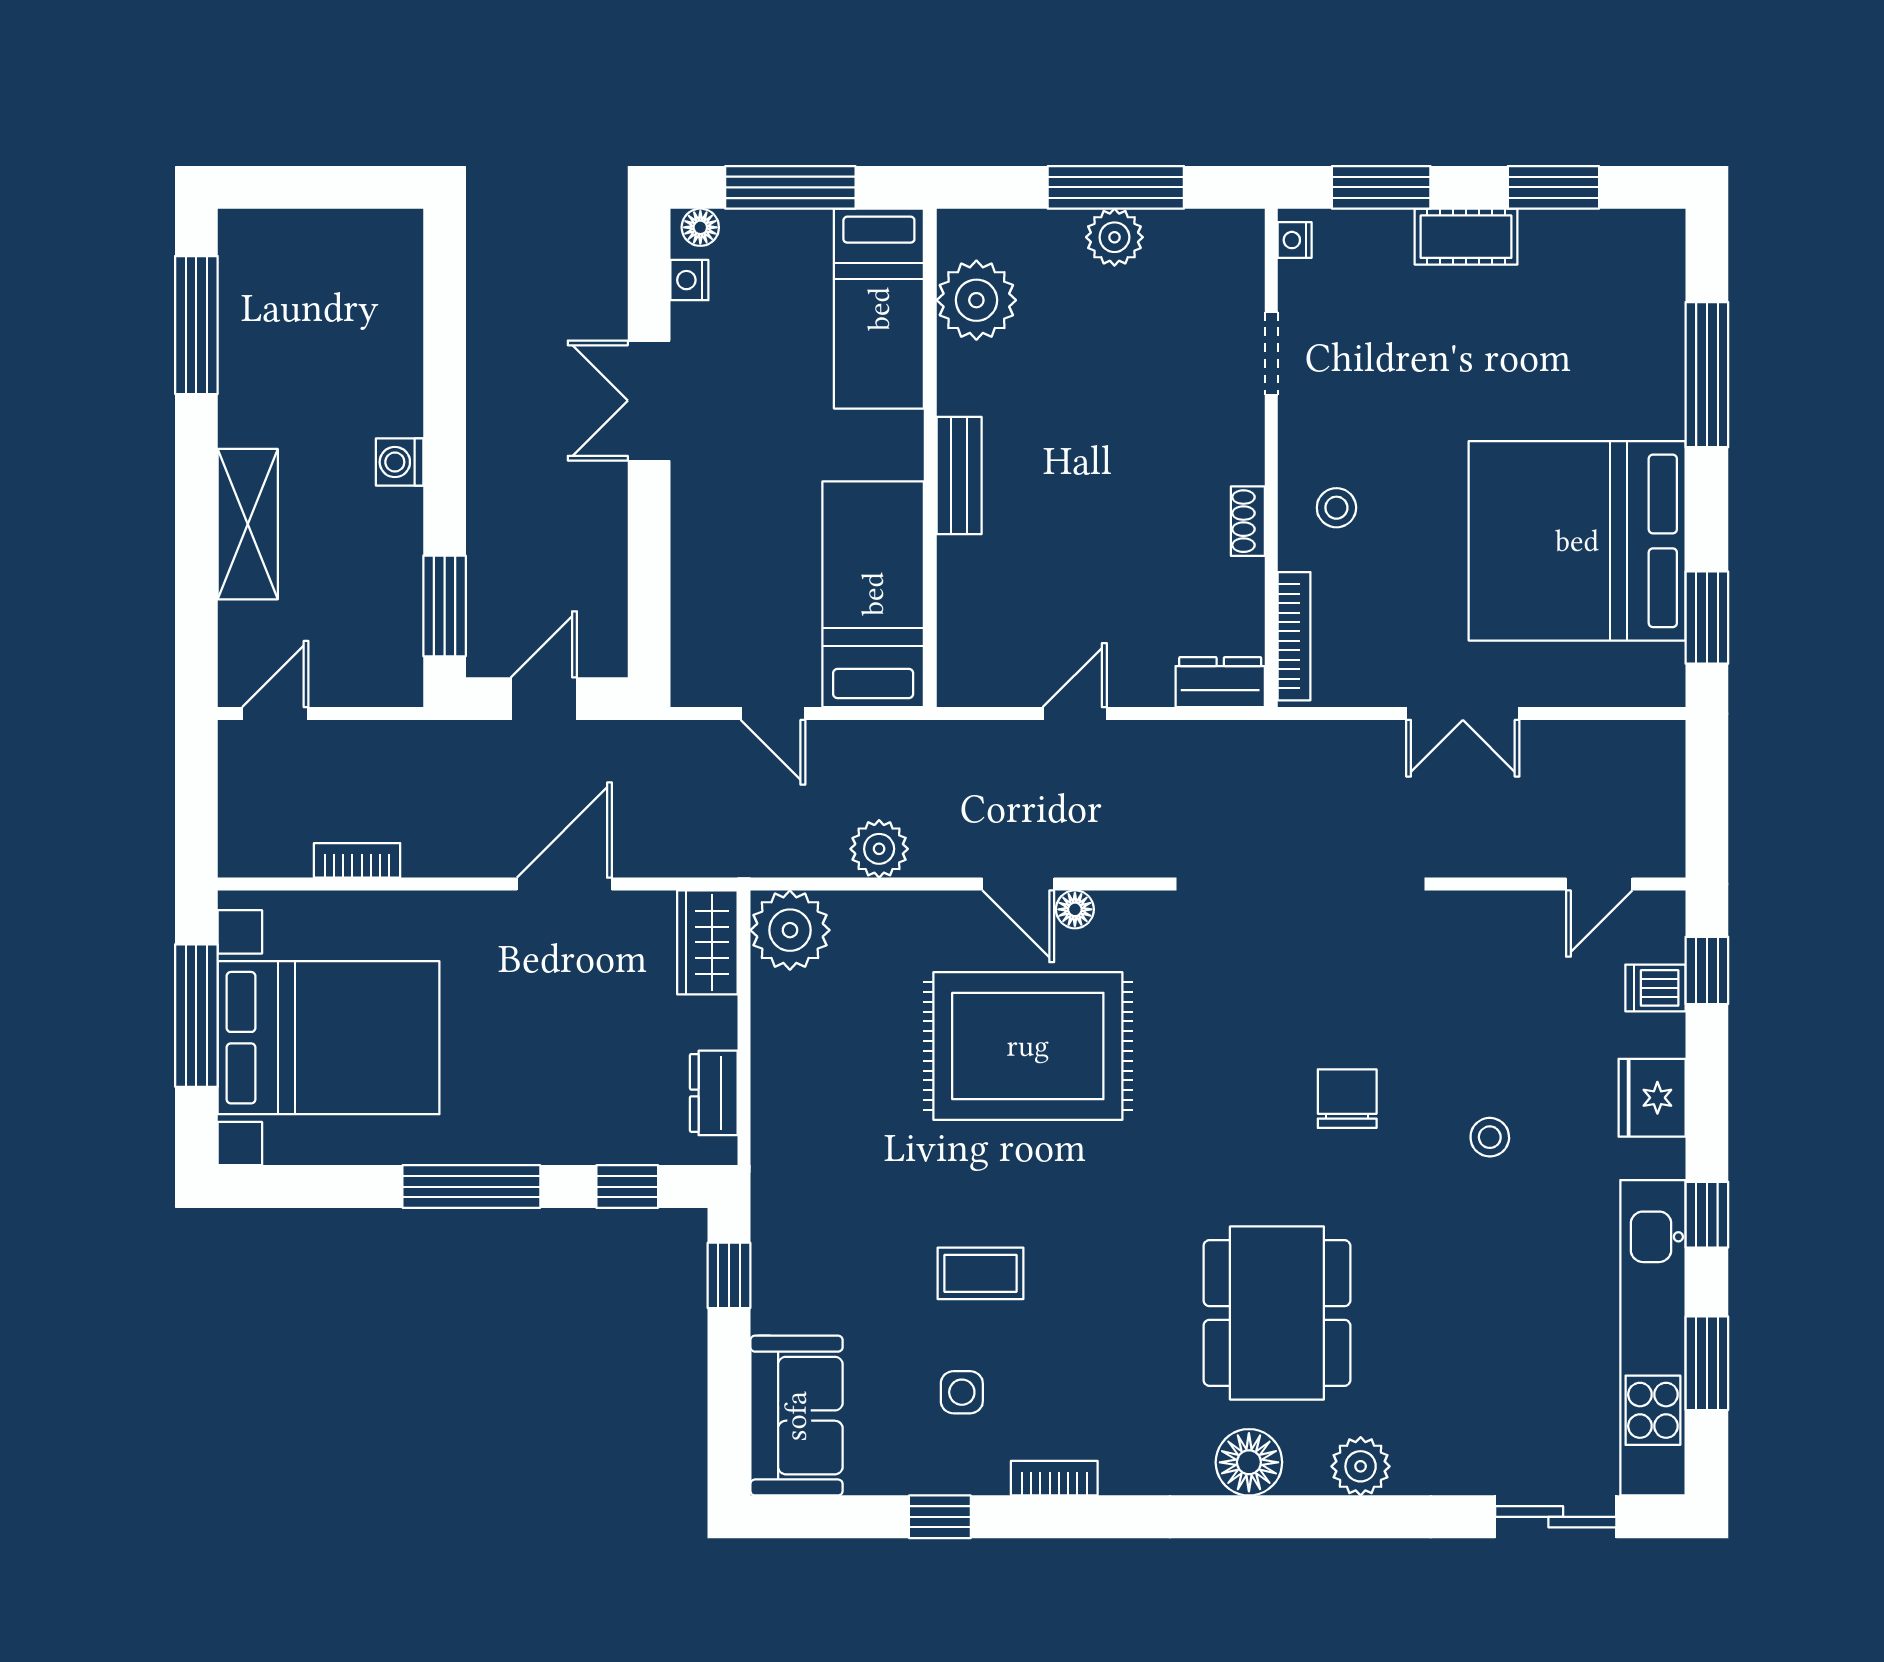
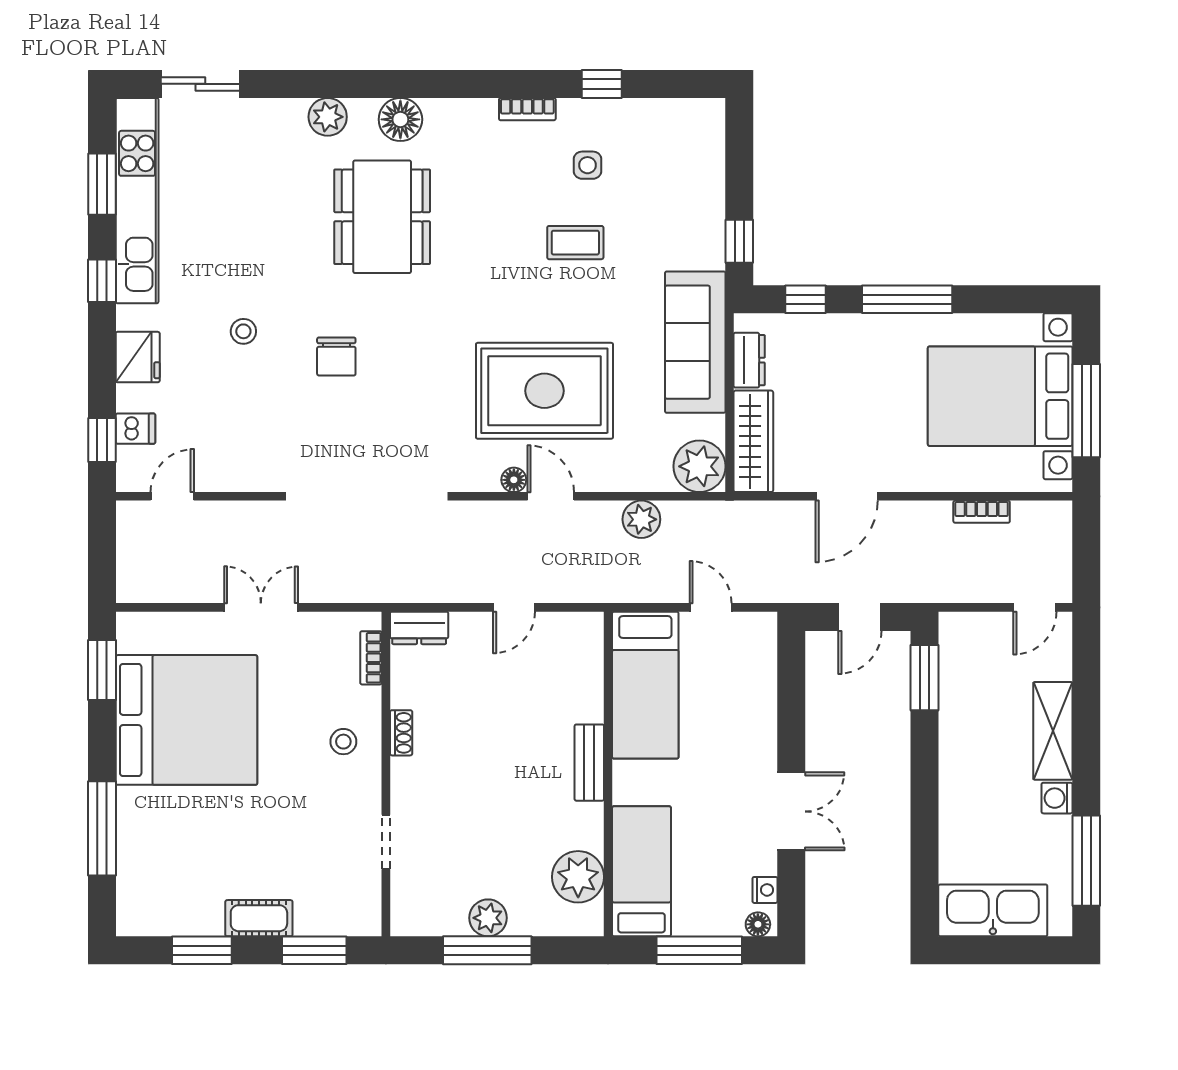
nightstand: (1295, 240) -> (371, 916), removed
kitchen sink: (340, 249) -> (993, 910), added
washing machine: (400, 462) -> (1057, 798), moved, turned 180
bookcase: (1294, 636) -> (371, 658), width x0.64
wardrobe: (707, 942) -> (753, 441), width x1.50
sofa: (796, 1416) -> (695, 342), moved, width x1.36

